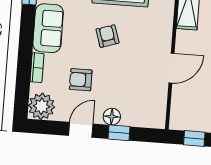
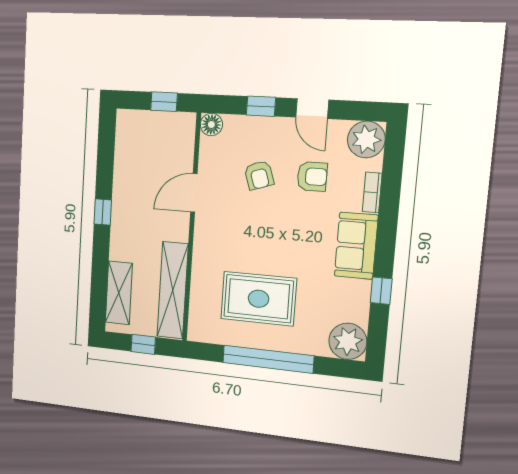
armchair: (107, 36) -> (259, 175), moved
floor lamp: (112, 117) -> (211, 125), moved
door: (81, 130) -> (312, 109), hinge flipped

